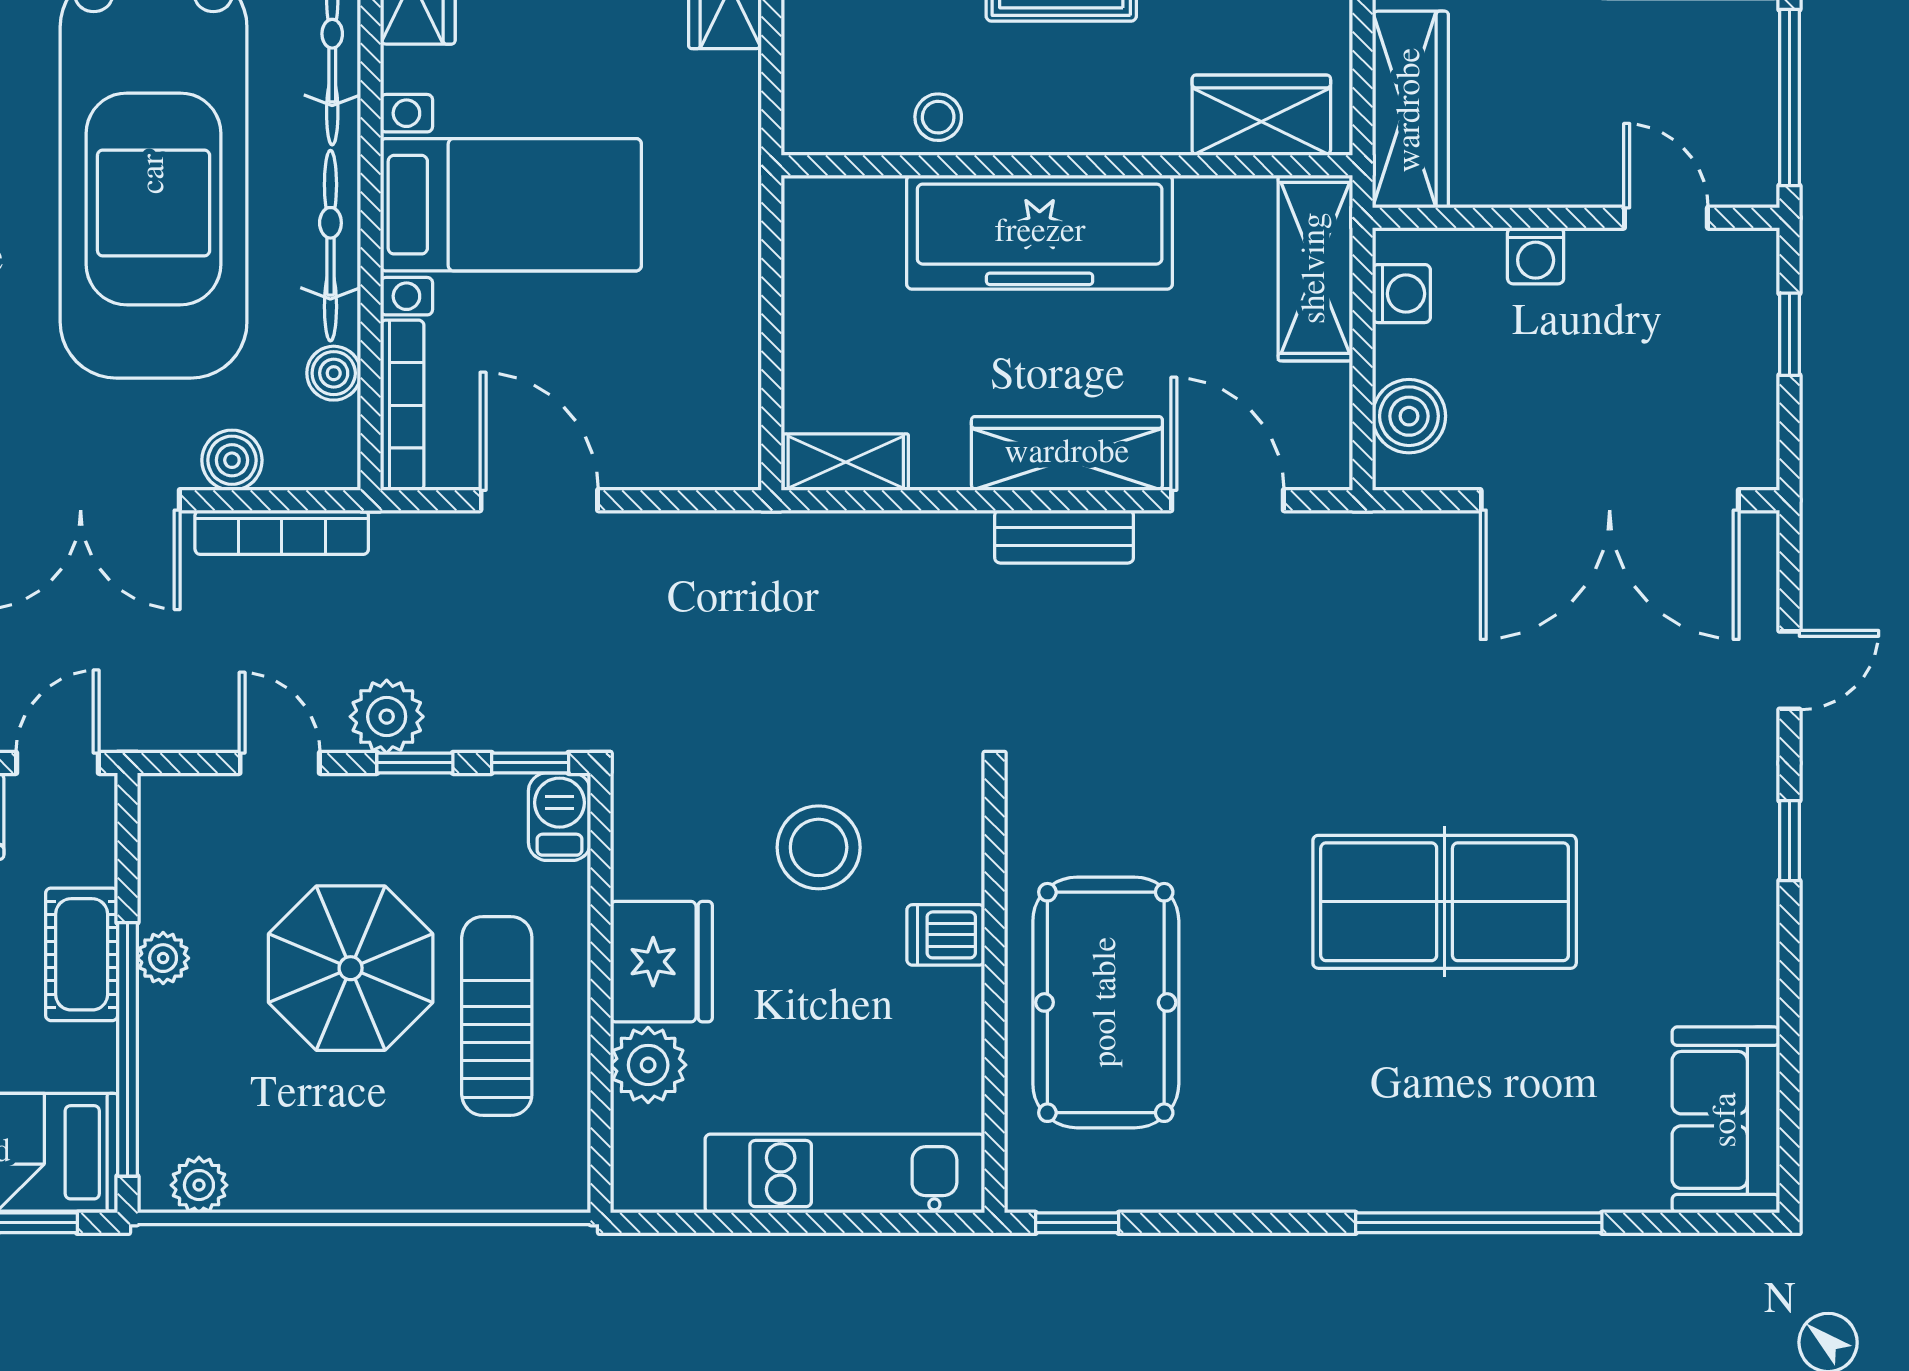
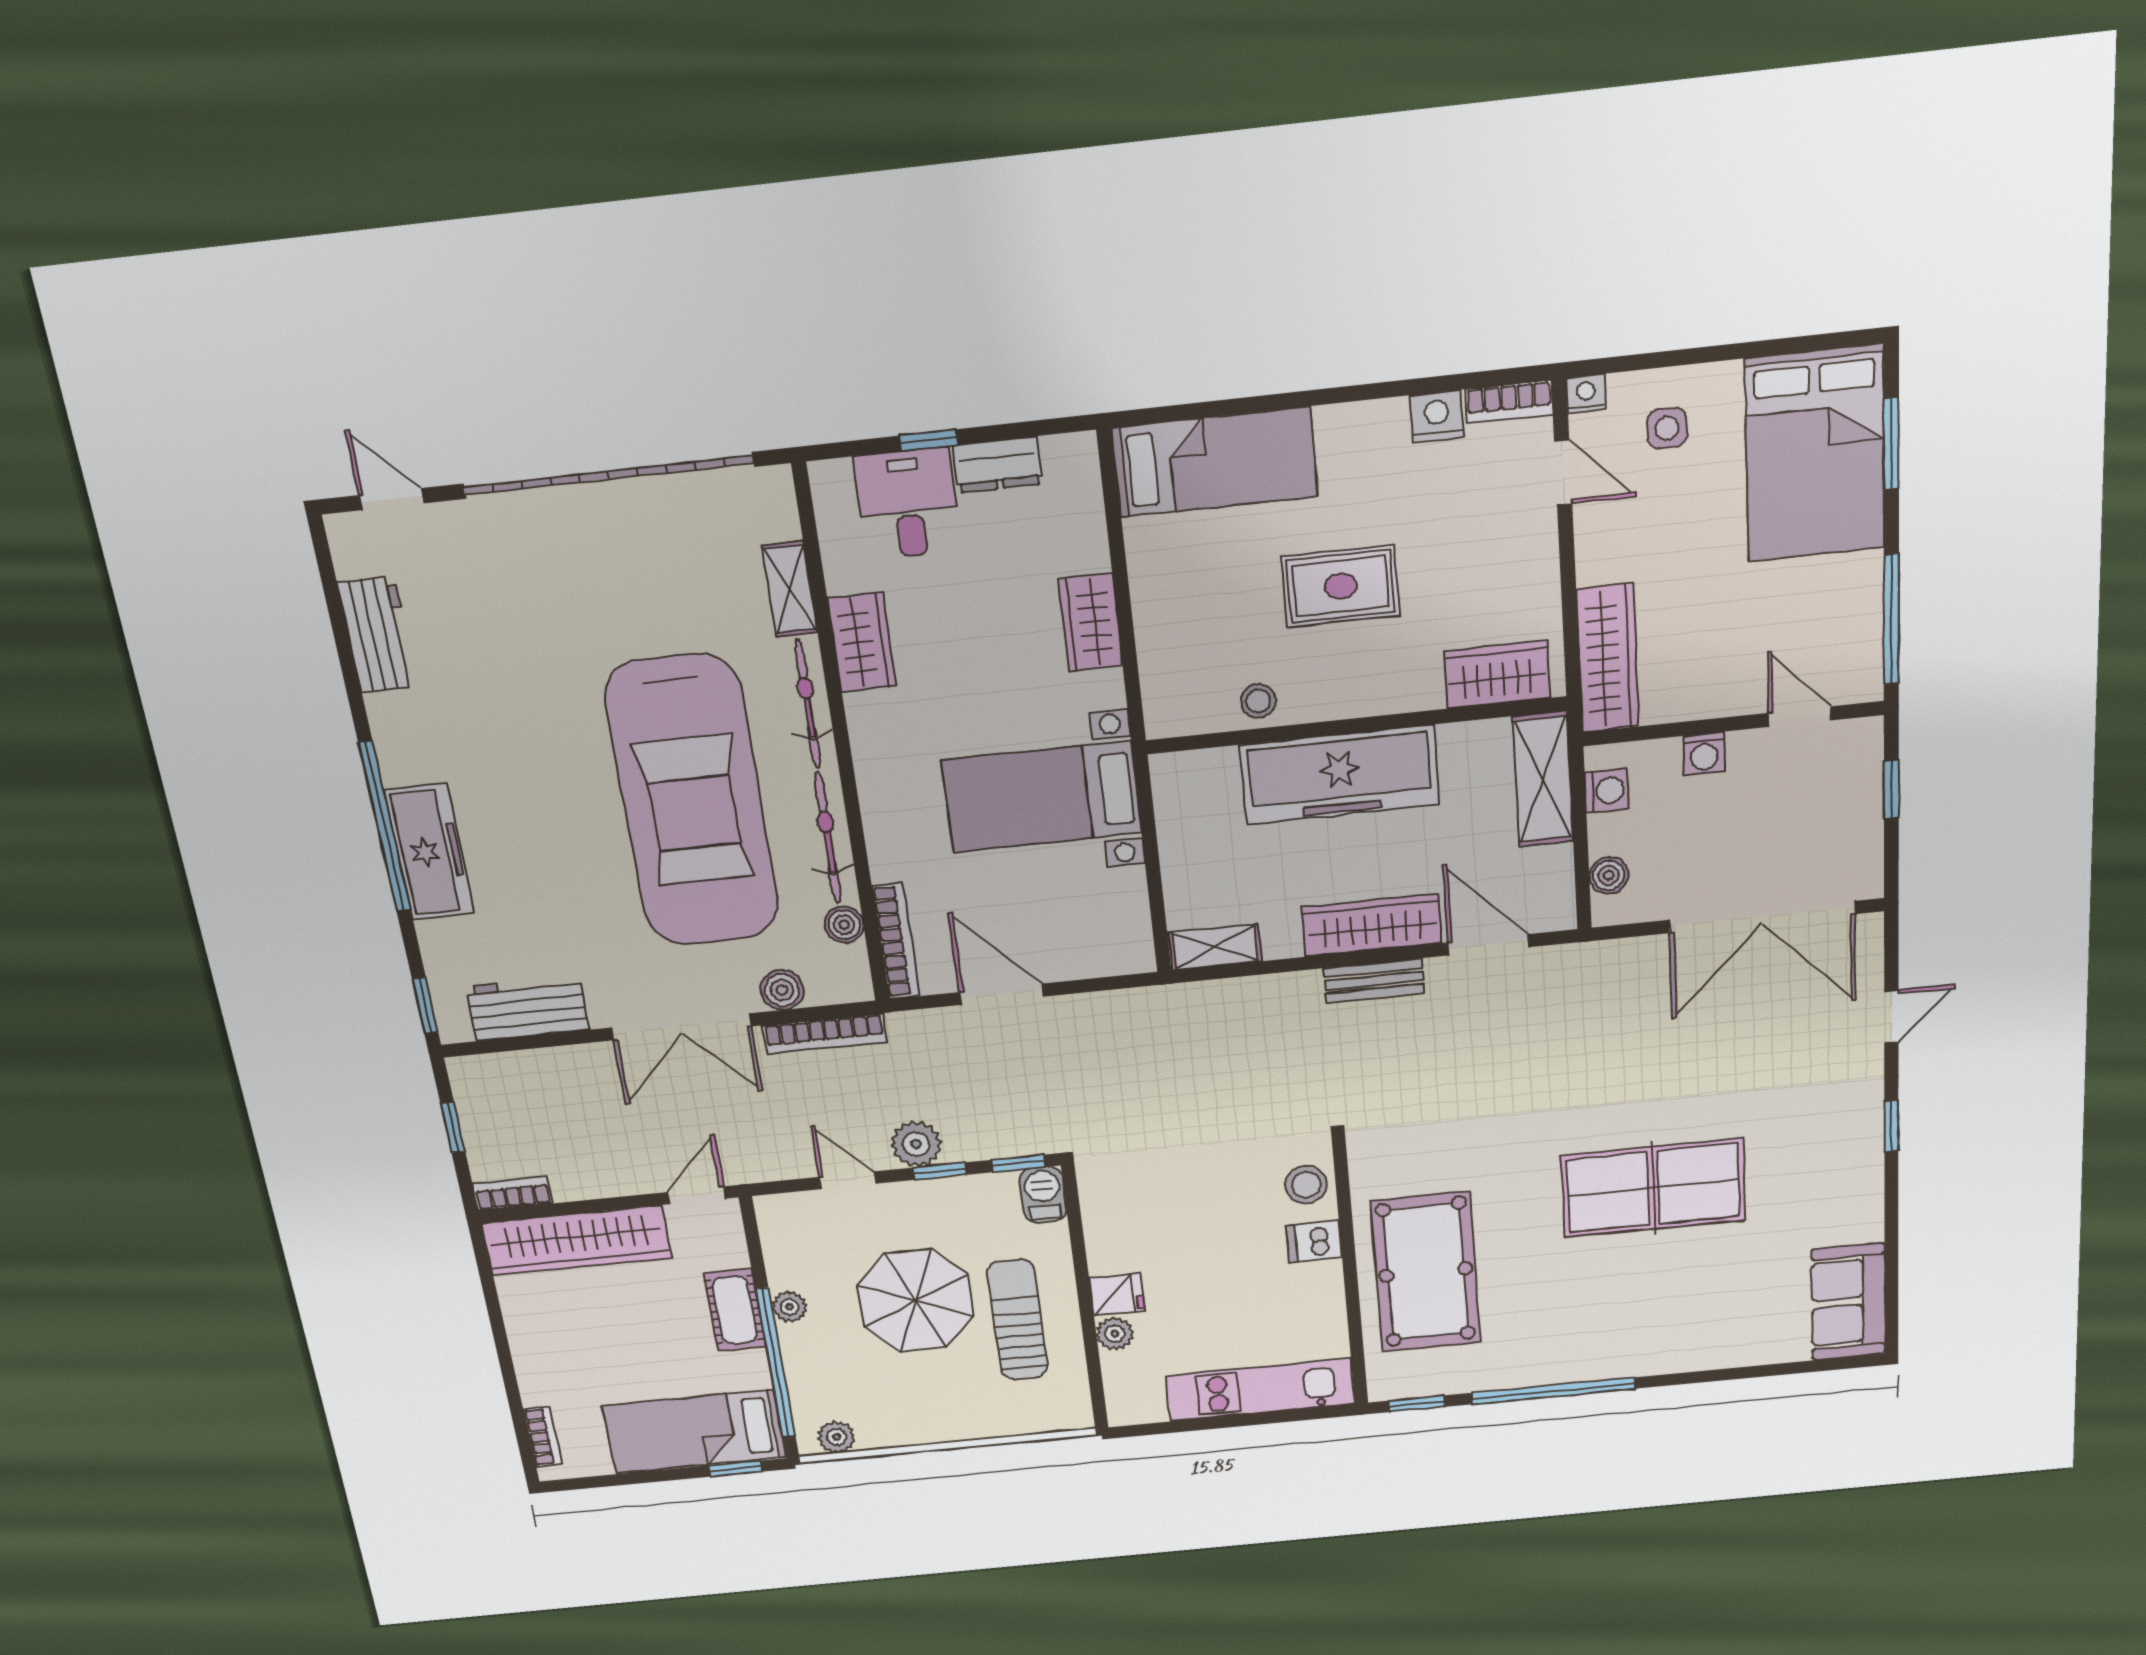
bed with nightstands: (511, 205) -> (1042, 797), moved, turned 180
boiler: (1409, 416) -> (1609, 875), width x0.73, depth x0.73
stool: (819, 847) -> (1306, 1185), moved, width x0.73, depth x0.73
fridge: (661, 962) -> (1117, 1294), width x0.53, depth x0.75
plant: (648, 1065) -> (1115, 1334), width x0.73, depth x0.73
window: (1479, 1223) -> (1553, 1391), moved

